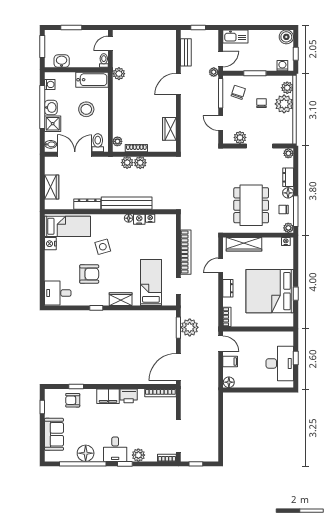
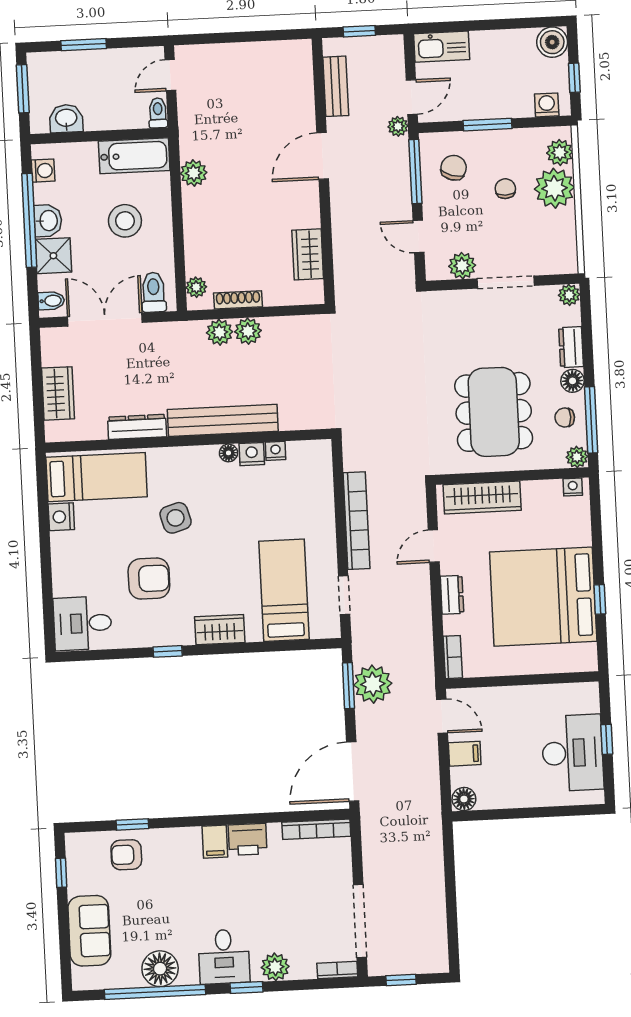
plant: (119, 74) -> (194, 173), moved
filing cabinet: (108, 396) -> (215, 842), width x0.50

